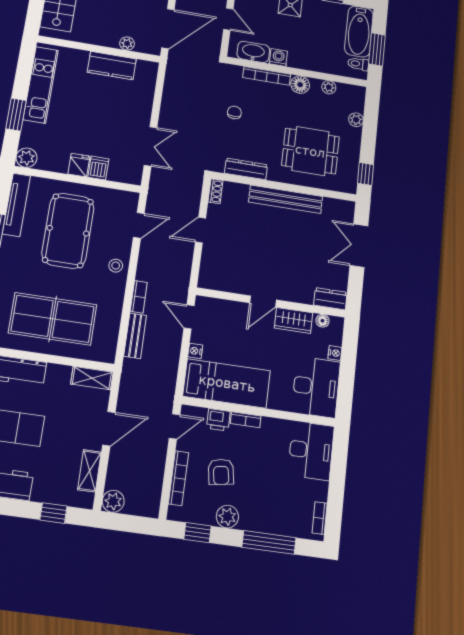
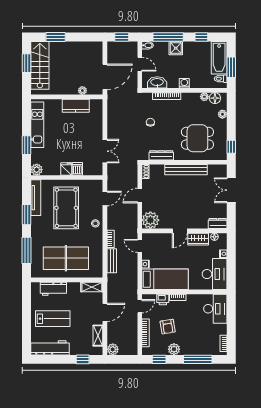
washing machine: (278, 57) -> (184, 83), moved
floor lamp: (300, 85) -> (215, 98), moved
plant: (214, 275) -> (150, 220), added

